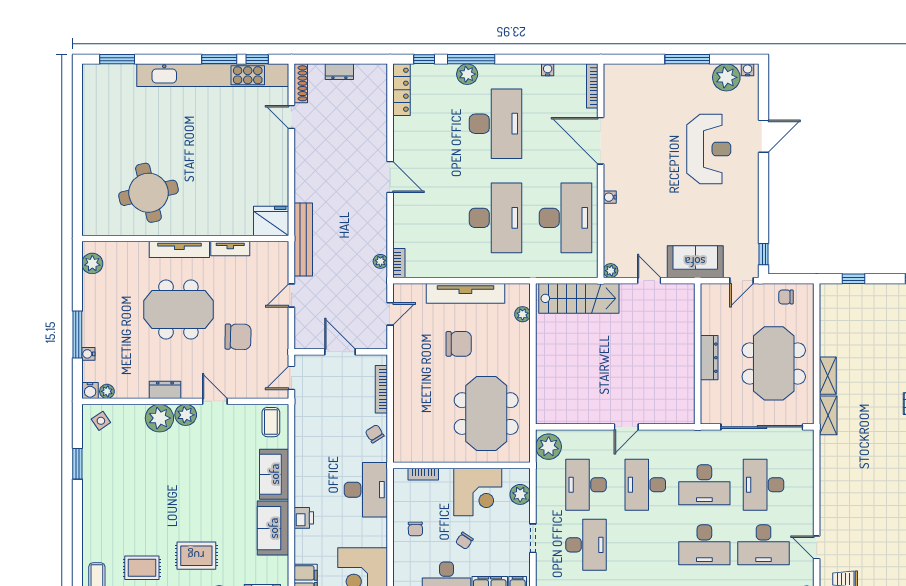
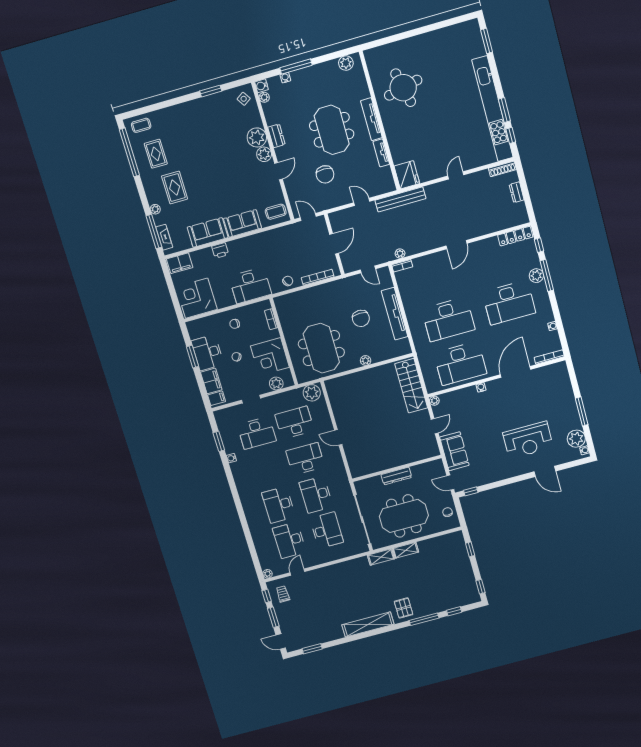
door: (291, 117) -> (456, 175), moved
plant: (523, 314) -> (366, 360), moved
meeting table: (486, 414) -> (321, 348), turned 90
desk: (764, 485) -> (327, 530), turned 90

